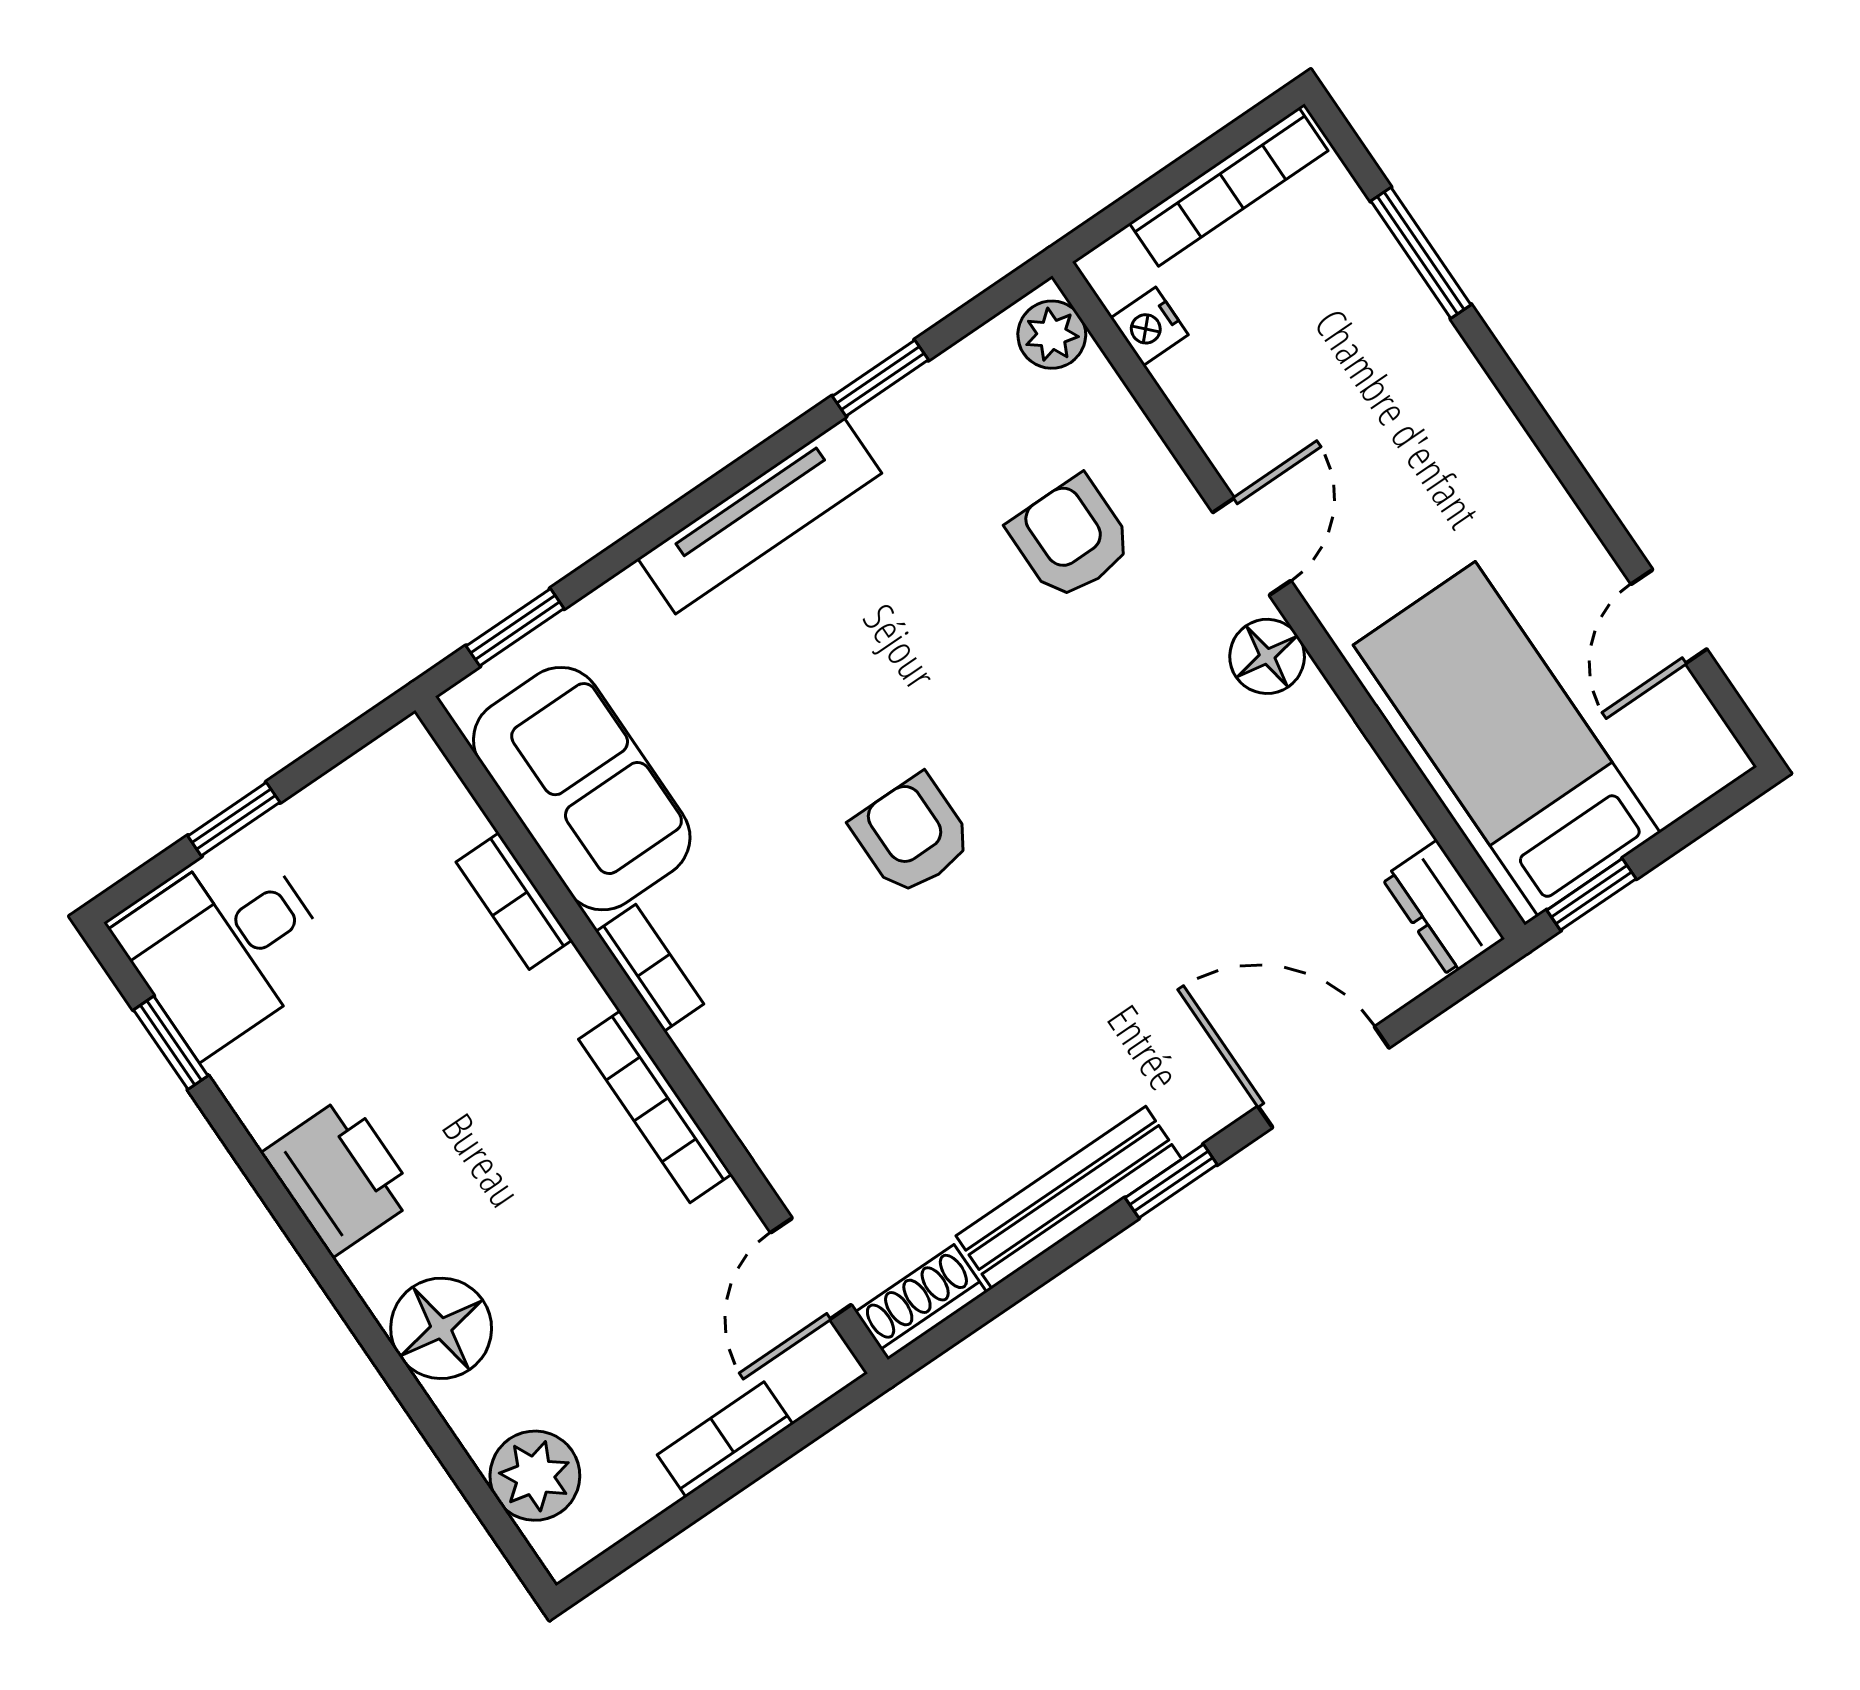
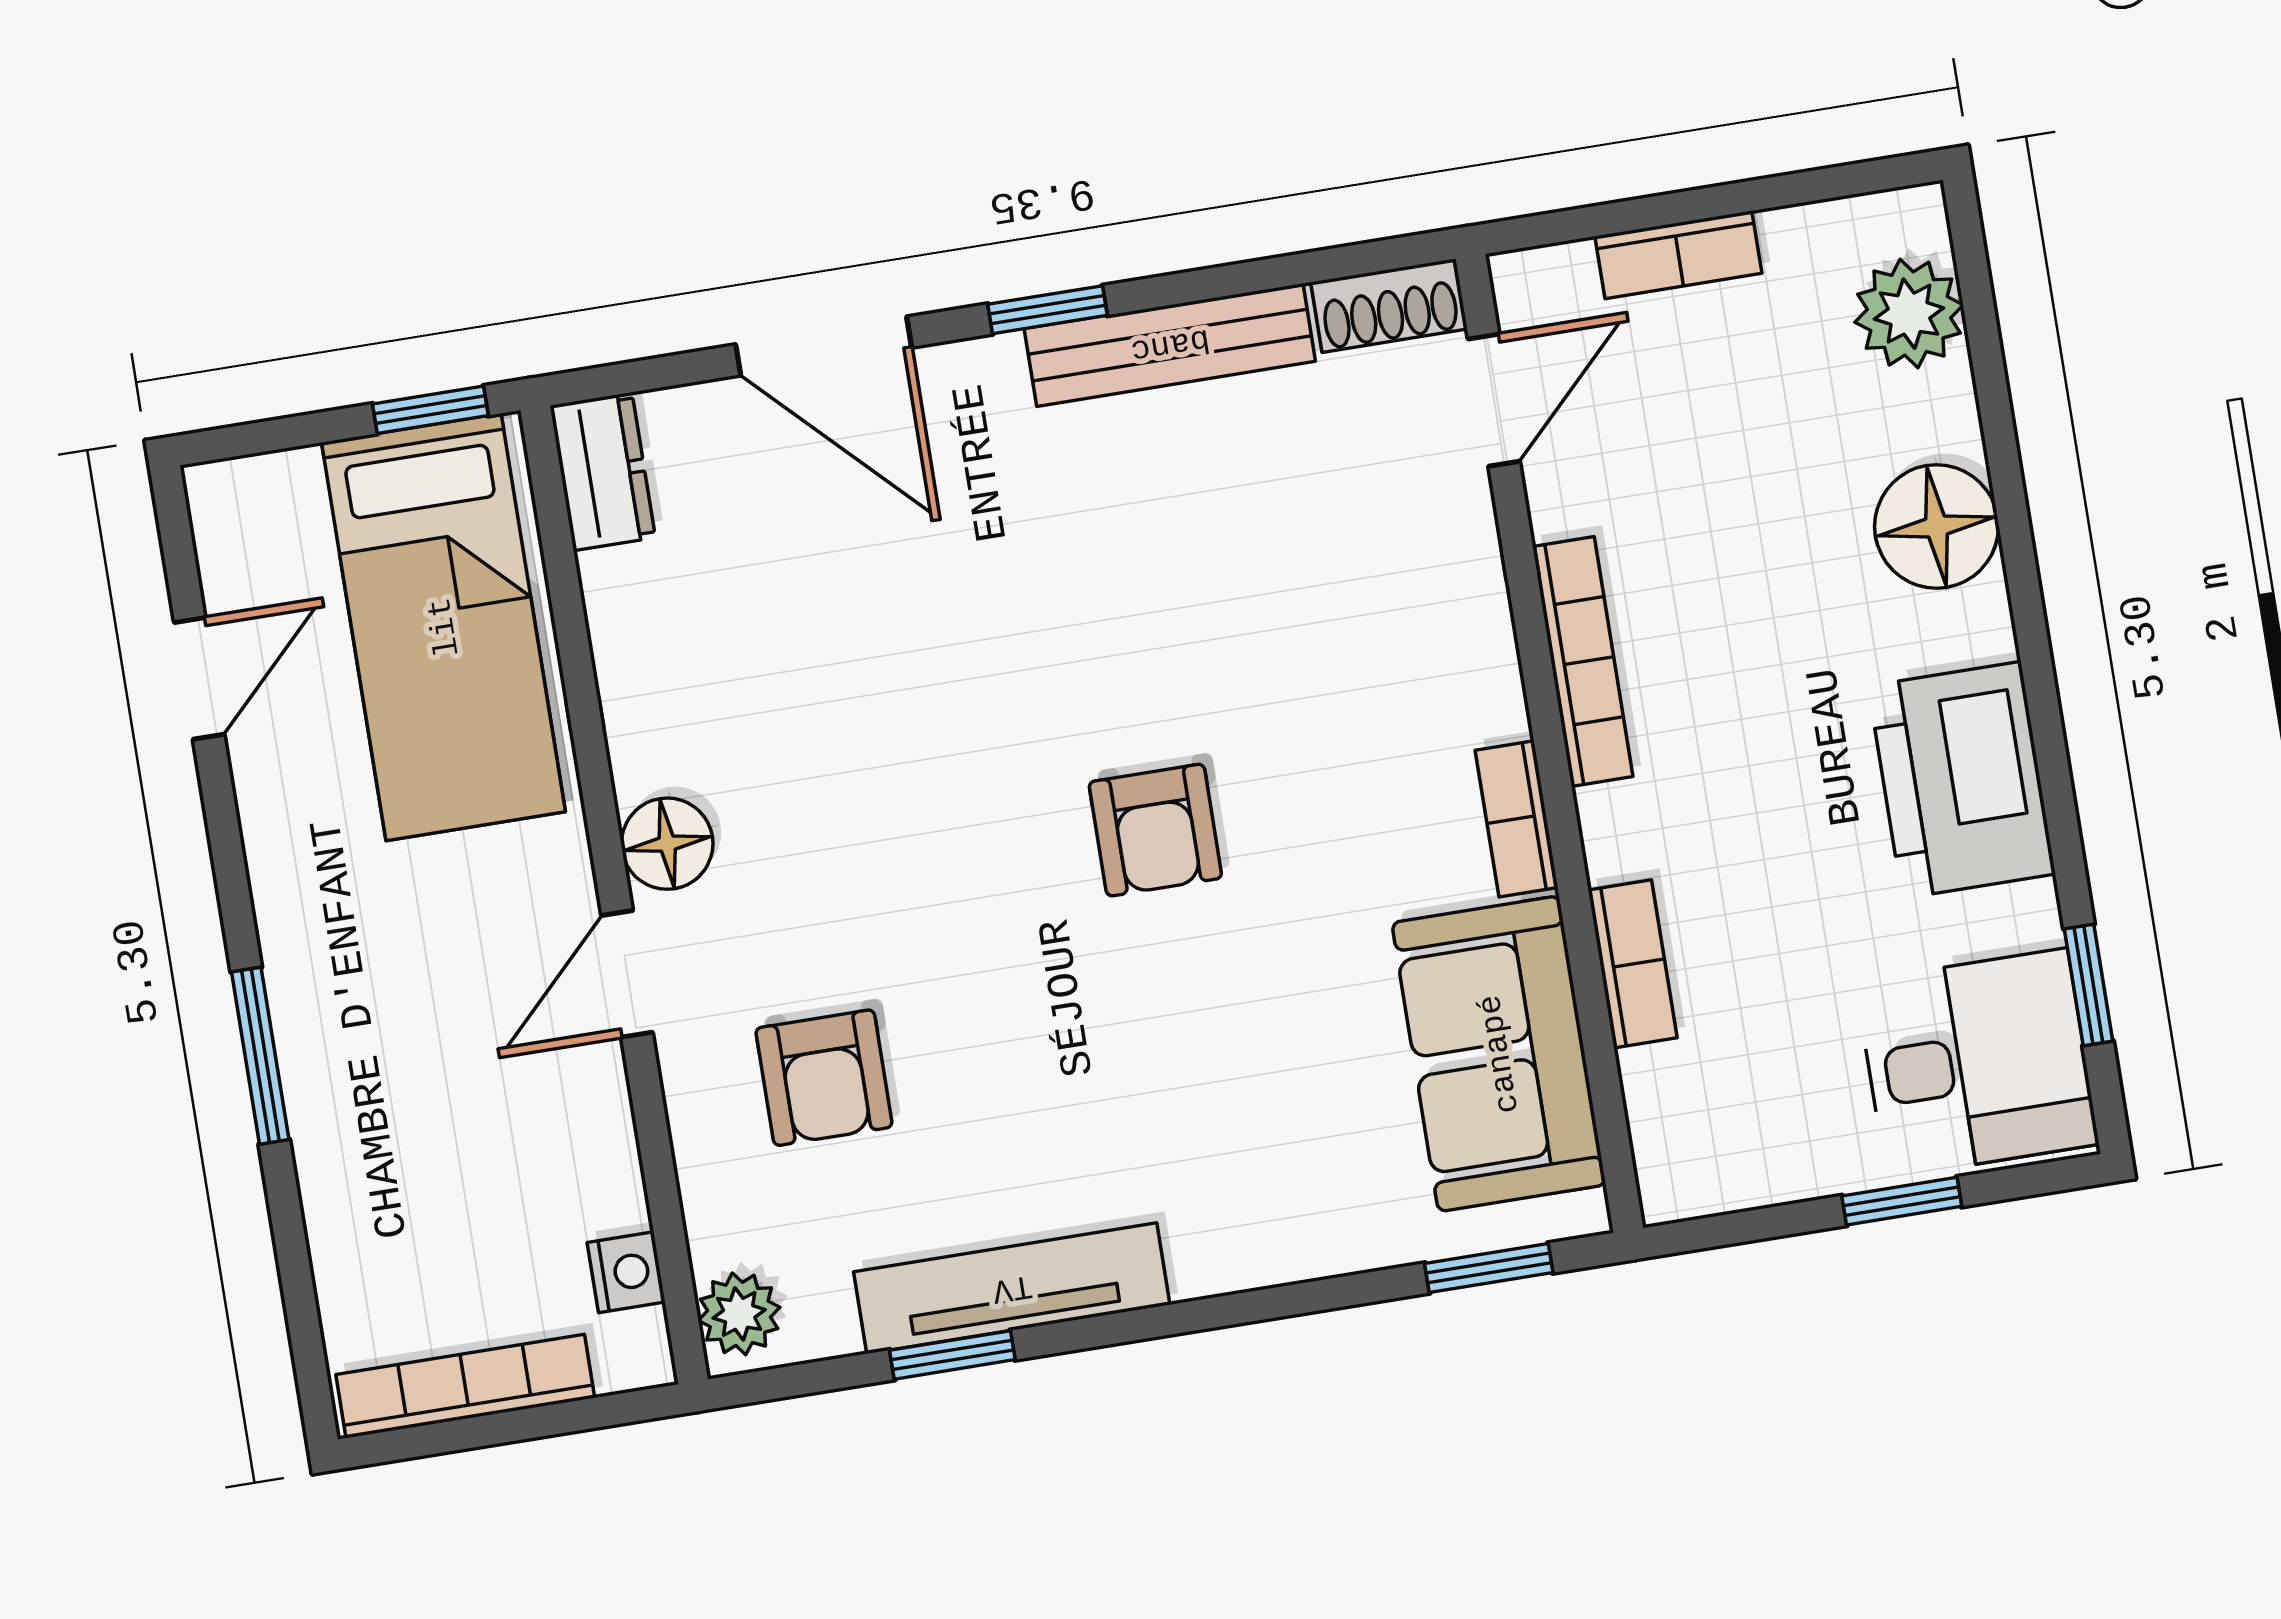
window: (1421, 253) -> (260, 1056), moved
tv unit: (760, 516) -> (1012, 1288), moved
printer: (340, 1176) -> (1962, 780), width x1.37, depth x1.19

